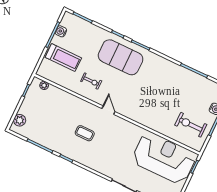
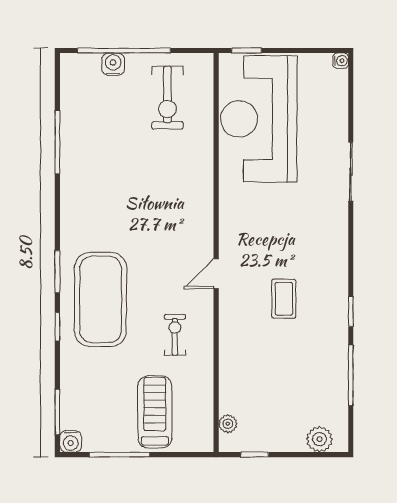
water cooler: (61, 31) -> (71, 441), moved

